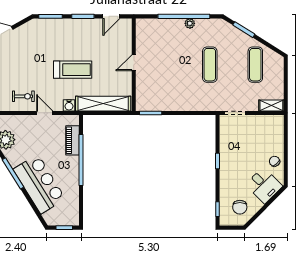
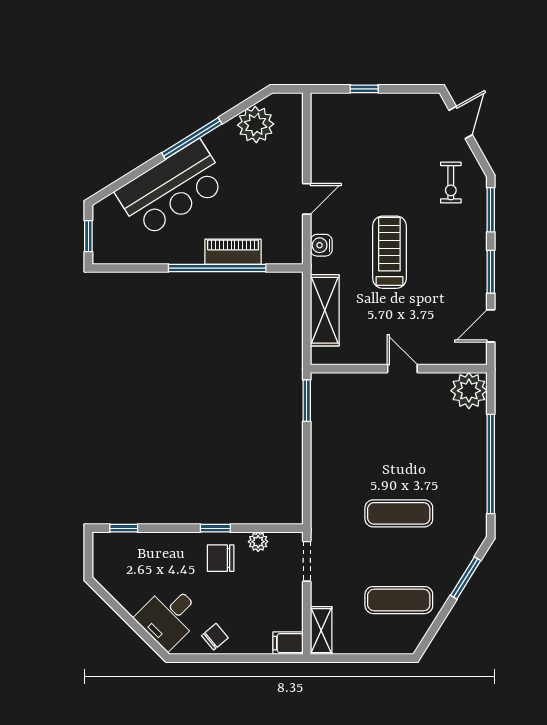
door: (111, 16) -> (491, 326), hinge flipped
plant: (190, 23) -> (469, 391), moved, width x1.88, depth x1.88
treadmill: (73, 70) -> (389, 252), turned 180
exercise bike: (23, 96) -> (451, 183), moved
shelving: (103, 104) -> (325, 310), width x0.68
filing cabinet: (278, 123) -> (288, 643), added
plant: (225, 139) -> (258, 542), added
piano: (72, 140) -> (233, 252), moved
chair: (240, 207) -> (221, 558), moved

